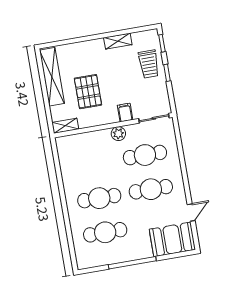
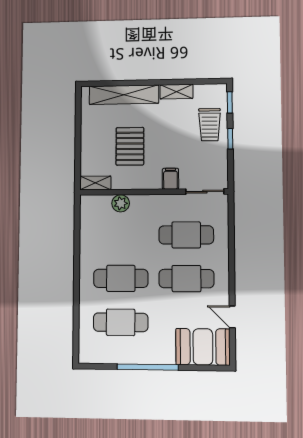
shelving: (52, 77) -> (124, 95), moved, turned 90
plant: (118, 134) -> (121, 203), moved
door: (191, 212) -> (232, 317), swing flipped

